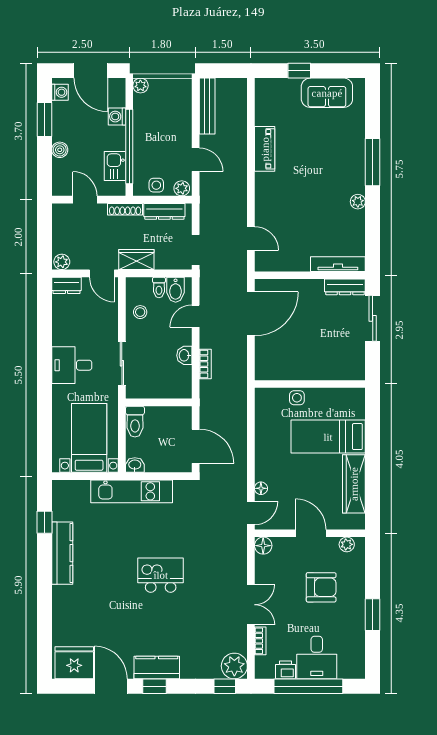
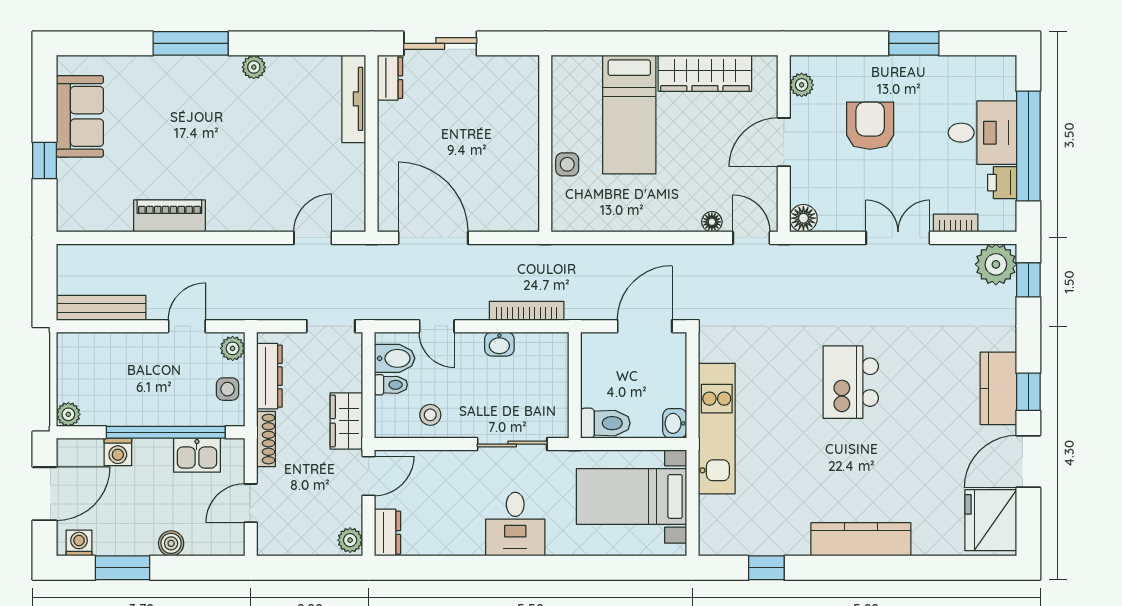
dresser: (345, 287) -> (390, 78), width x0.70
bookcase: (205, 364) -> (527, 311), width x1.56
kitchen counter: (62, 553) -> (861, 539), moved

